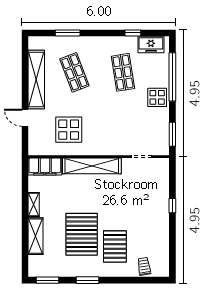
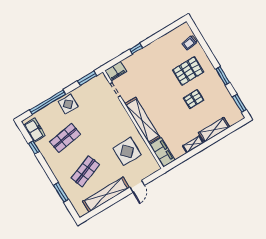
filing cabinet: (161, 169) -> (116, 71), added
pallet: (82, 234) -> (194, 99), width x0.49, depth x0.50

